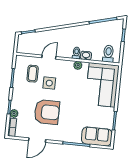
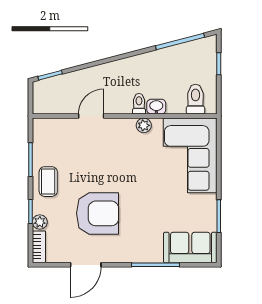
coffee table: (33, 74) -> (48, 182), moved
side table: (49, 83) -> (97, 162), removed

